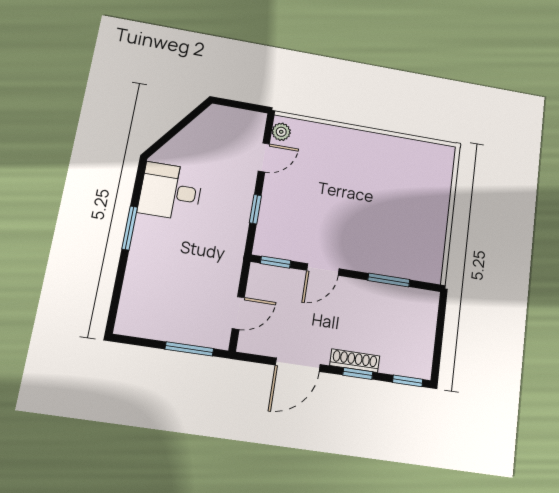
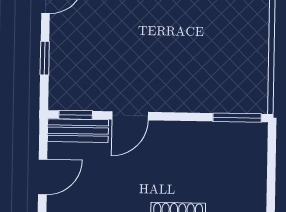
bench: (276, 276) -> (78, 131), added
window: (389, 280) -> (237, 118), moved

